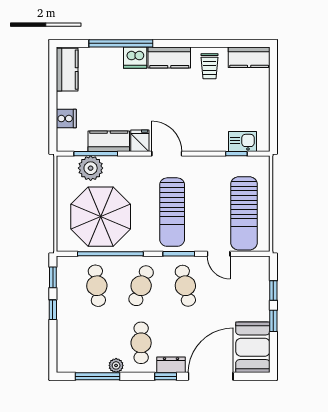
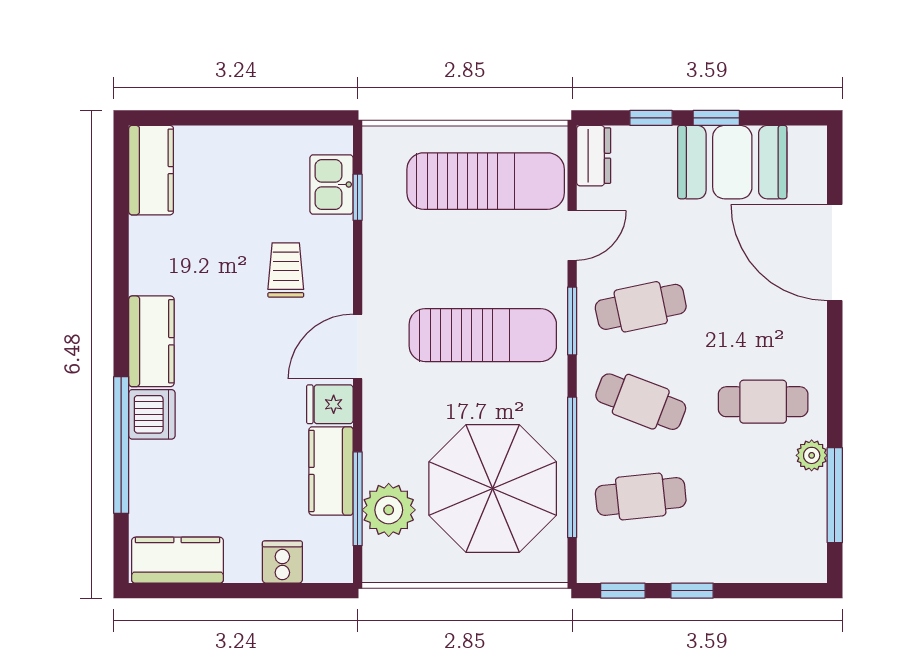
trolley: (209, 66) -> (286, 270), moved, turned -90
booth: (253, 347) -> (732, 162), moved
dresser: (171, 365) -> (594, 156), moved, turned 180
window: (166, 376) -> (835, 349), removed

